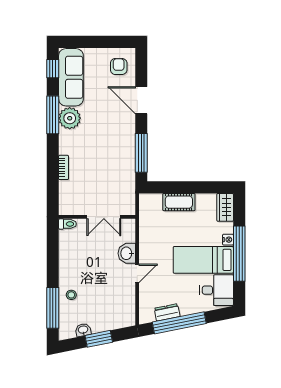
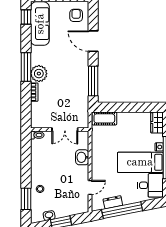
window: (53, 115) -> (26, 67), moved
plant: (70, 118) -> (39, 74), moved
cot: (179, 202) -> (104, 118), moved
door: (137, 273) -> (90, 187), moved
window: (53, 308) -> (26, 199), width x0.69

